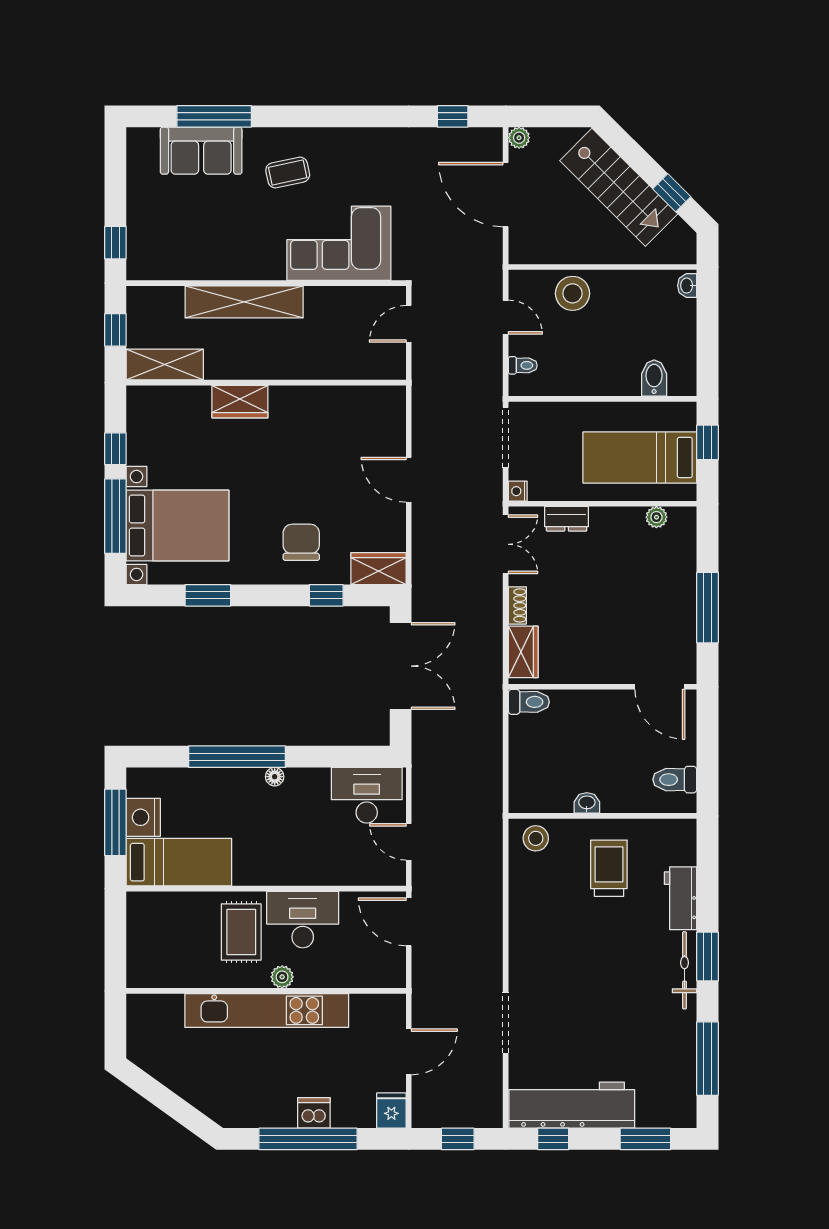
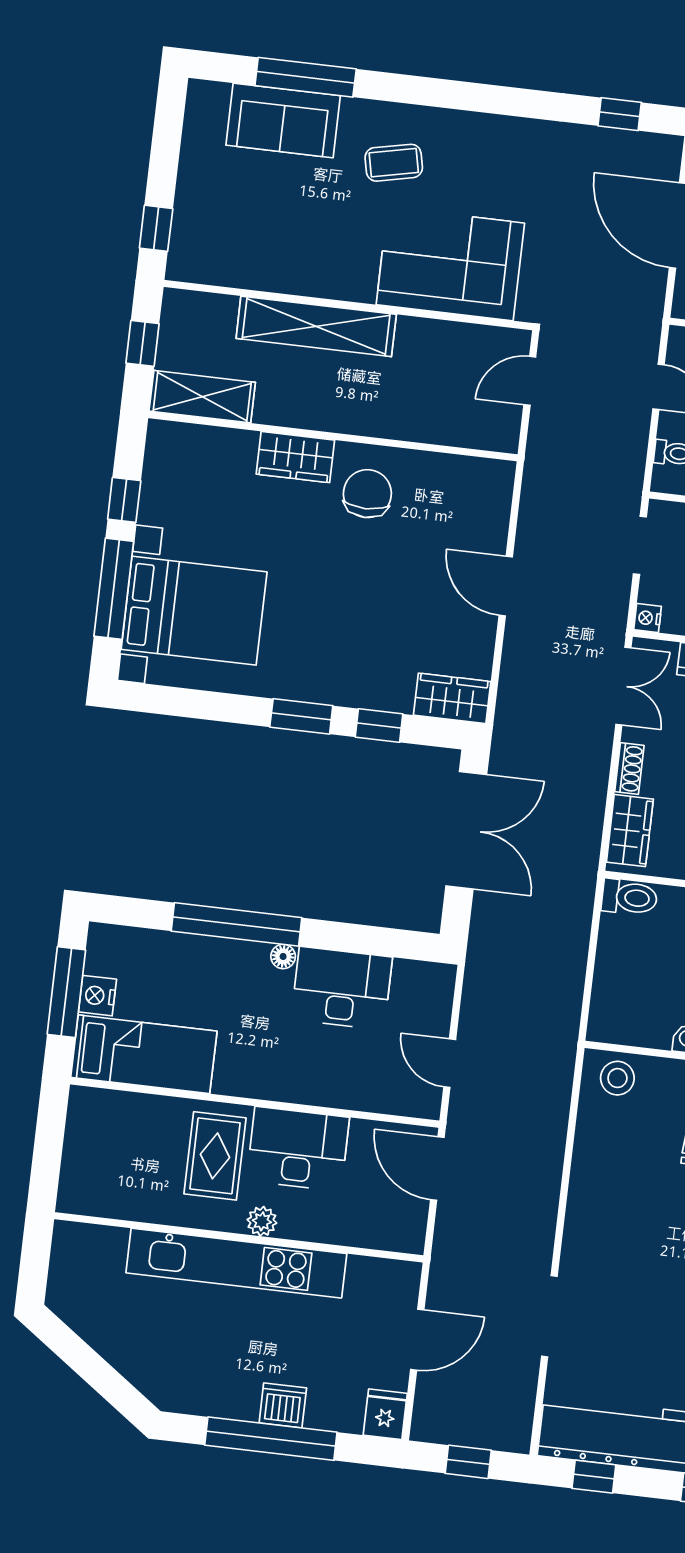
doorway: (506, 437) -> (640, 545), width x0.73
chair: (301, 542) -> (367, 494), moved
window: (208, 595) -> (301, 716), moved
desk: (367, 795) -> (342, 988), moved
nightstand: (143, 817) -> (97, 996), width x0.74, depth x0.75

